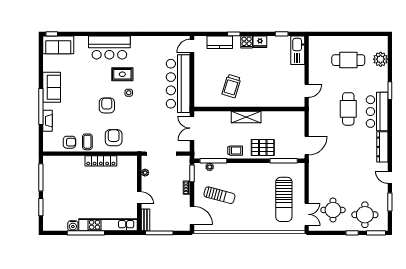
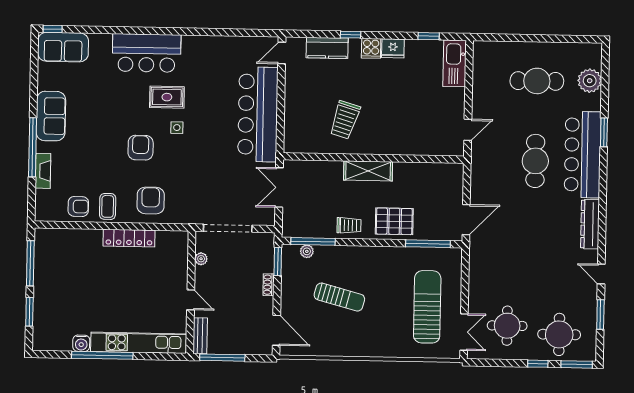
bar counter: (377, 112) -> (583, 155), width x1.36
sun lounger: (219, 195) -> (339, 297), moved
sun lounger: (284, 199) -> (427, 307), turned 180

